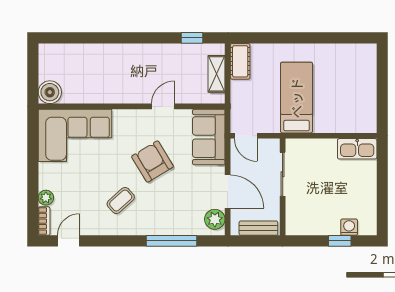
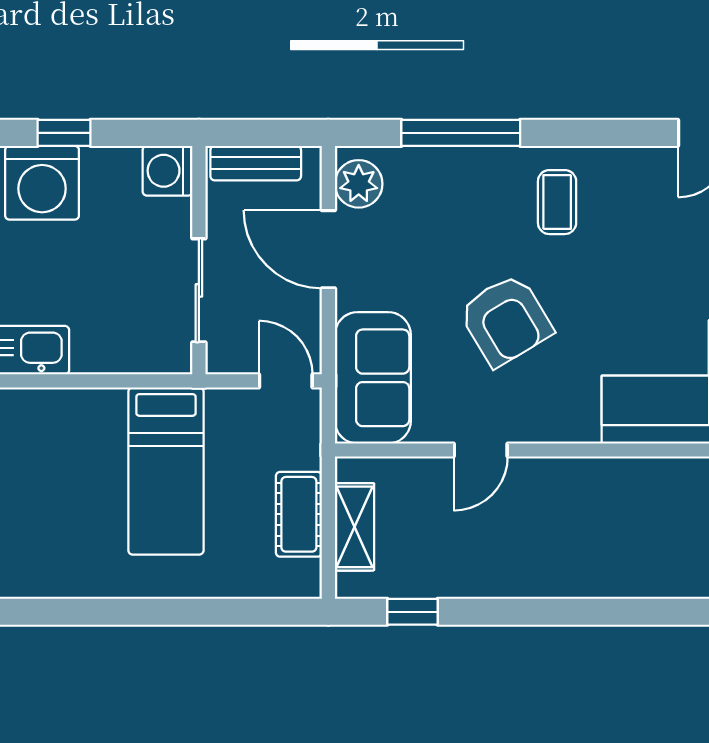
cot: (240, 61) -> (299, 514), moved
coffee table: (121, 201) -> (557, 202), moved, turned -48
washing machine: (296, 225) -> (168, 171), added
washing machine: (349, 227) -> (42, 183), width x1.89, depth x1.89

